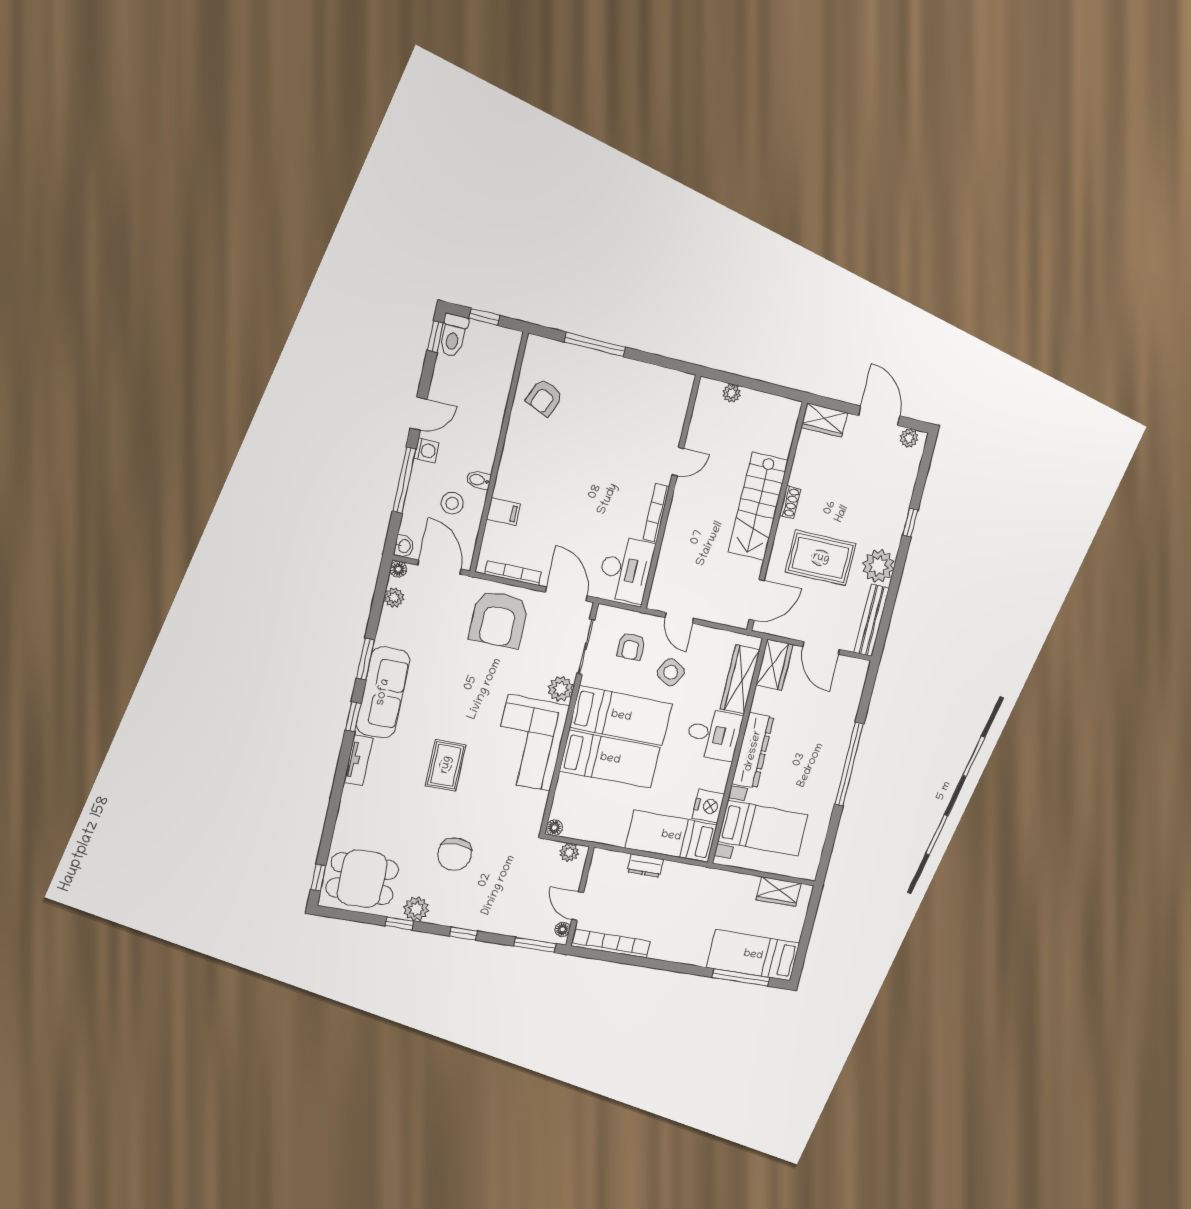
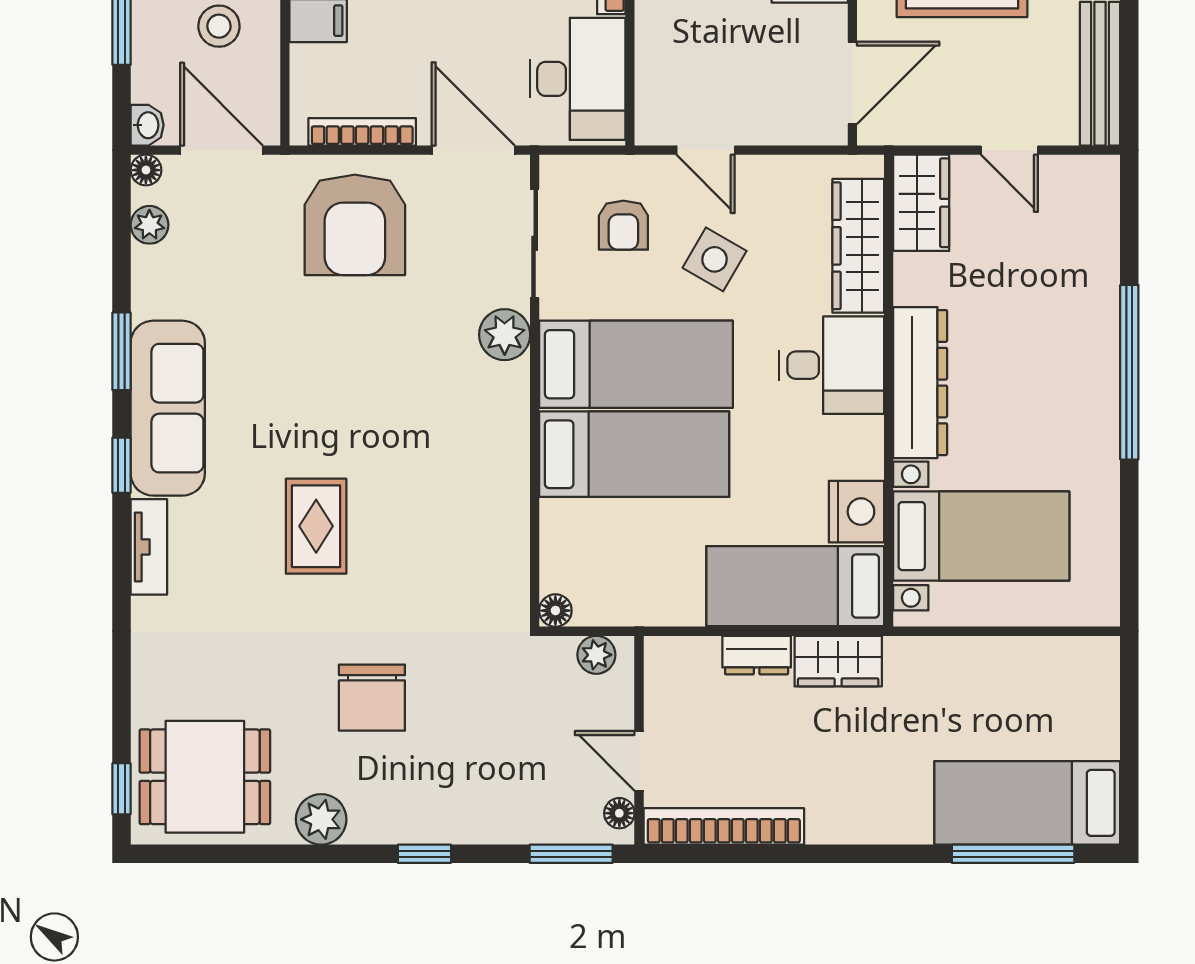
door: (821, 648) -> (1009, 150), width x0.73
corner sofa: (529, 743) -> (468, 452), removed
wardrobe: (779, 892) -> (838, 661), moved
window: (399, 923) -> (295, 854), removed

